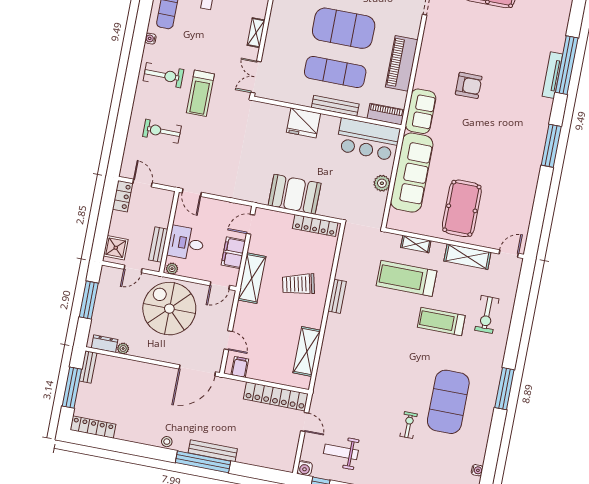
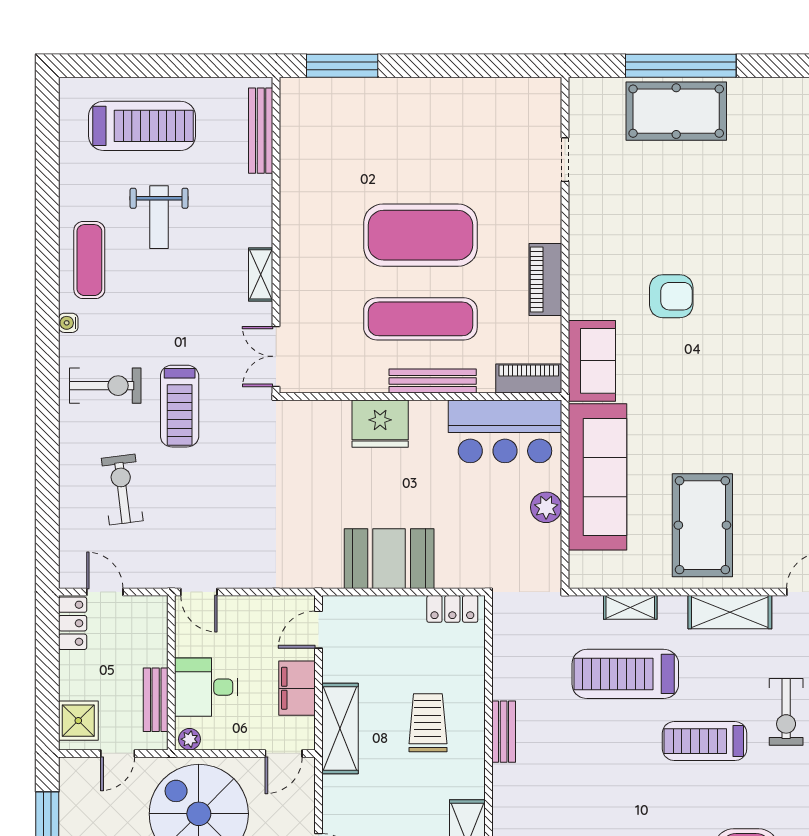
piano: (402, 63) -> (545, 279), width x0.73, depth x0.75
exercise bike: (162, 131) -> (122, 490), turned 83
locker: (315, 226) -> (452, 609), width x0.66
trolley: (298, 284) -> (428, 723), turned 103

